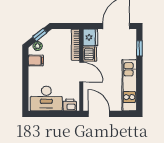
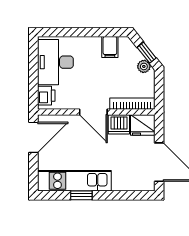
plant: (38, 46) -> (144, 66), moved
window: (139, 48) -> (81, 195), moved
door: (81, 72) -> (93, 112), hinge flipped

